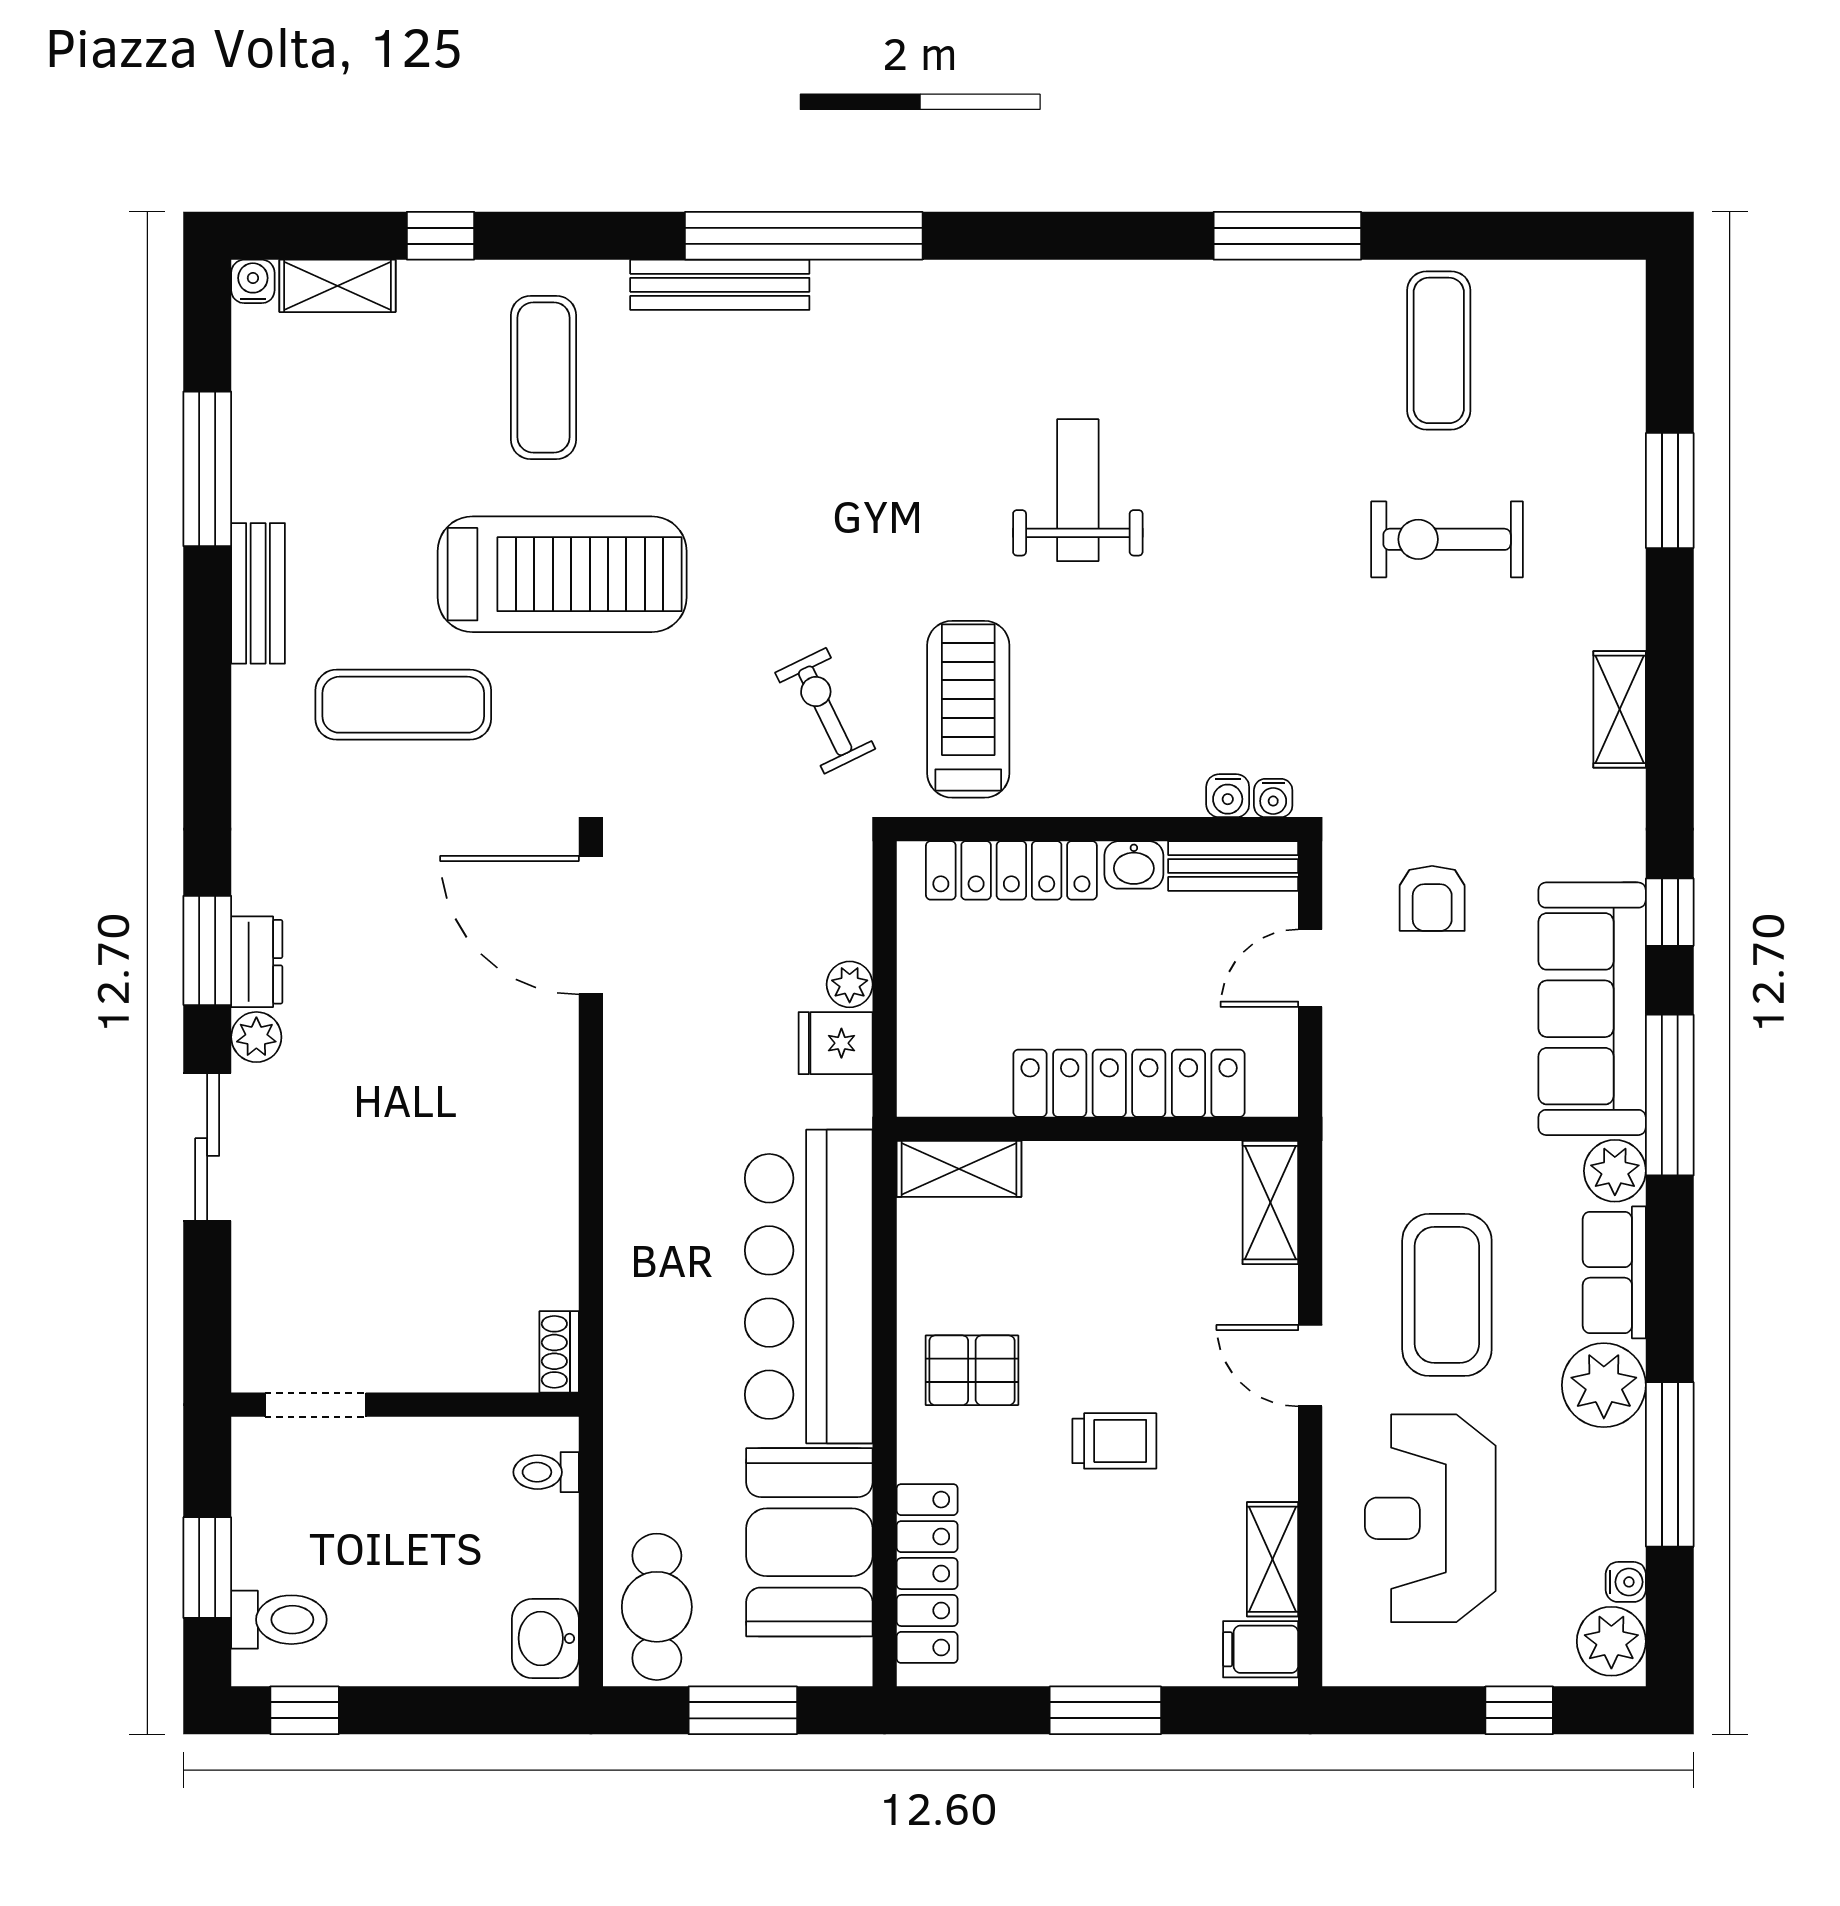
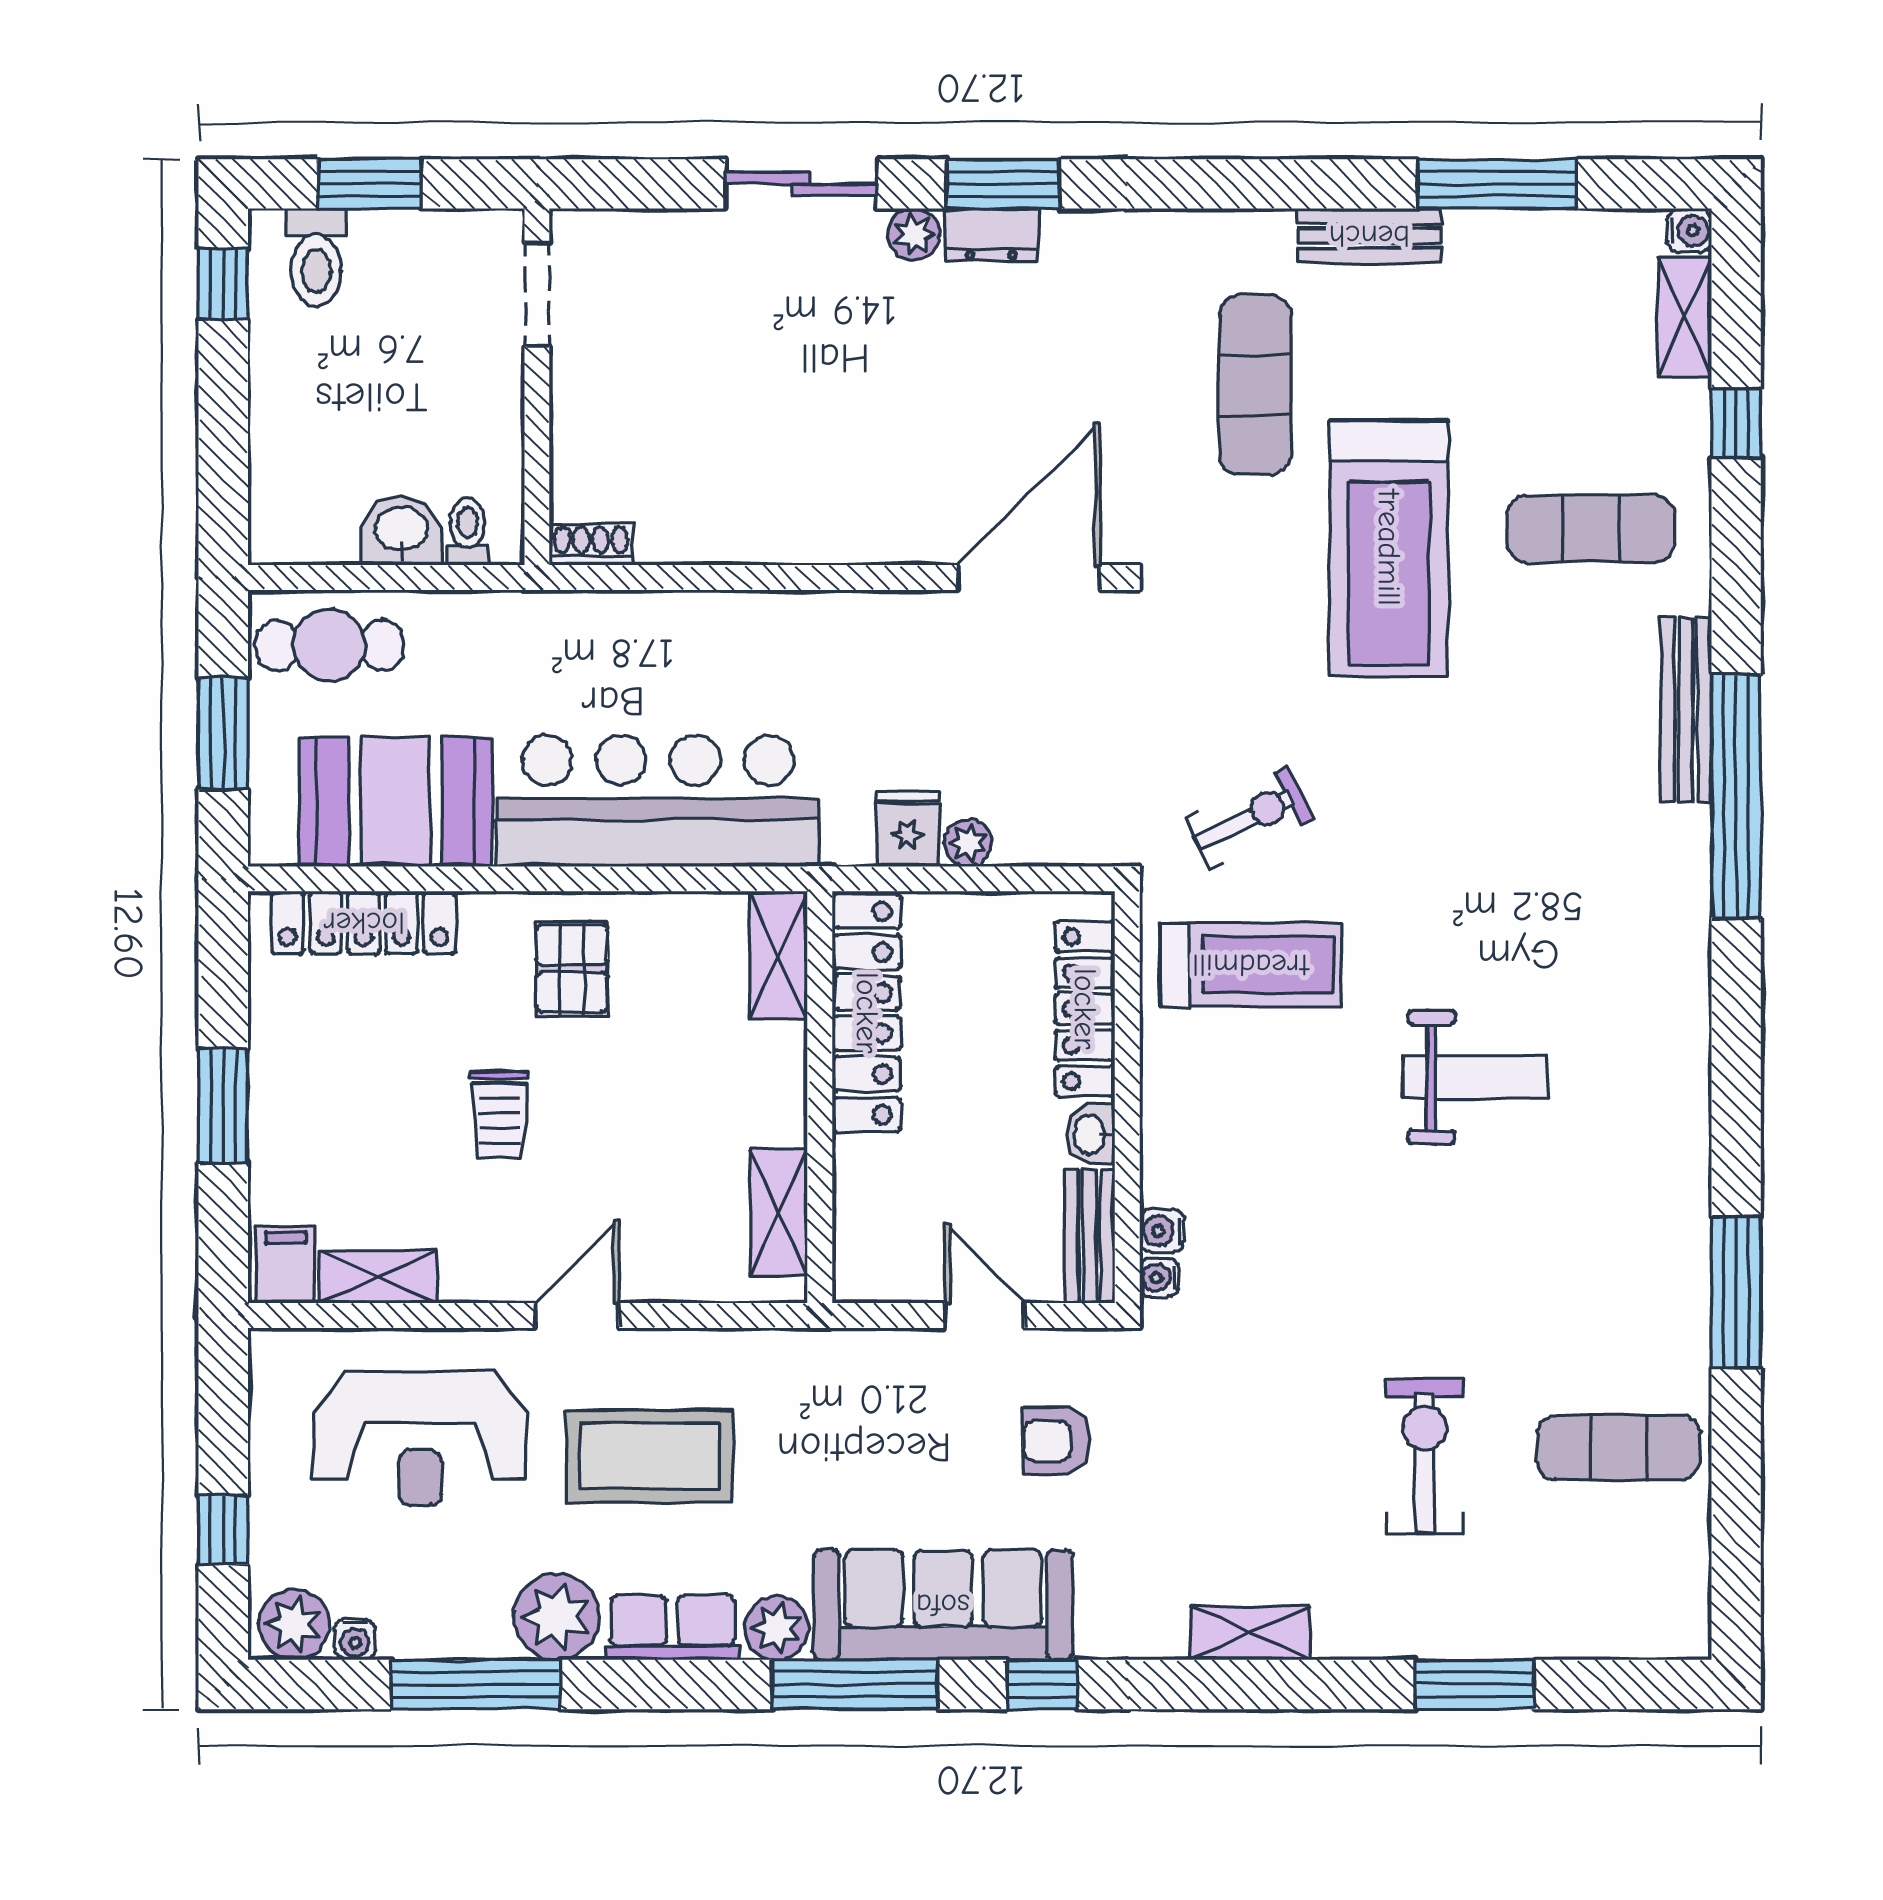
locker: (1129, 1083) -> (867, 1013), moved
shelving: (1270, 1203) -> (779, 1212), moved, turned 90
reception desk: (1430, 1518) -> (420, 1439), turned 180
washbasin: (545, 1638) -> (401, 531), moved

